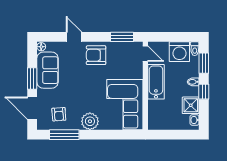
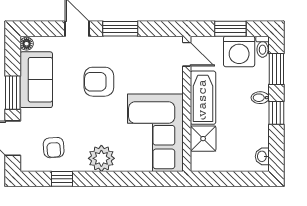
window: (122, 37) -> (120, 29), moved
window: (174, 37) -> (230, 29), added
armchair: (96, 55) -> (99, 82), moved
shower: (191, 105) -> (203, 139), moved
window: (64, 135) -> (62, 179), width x0.46

